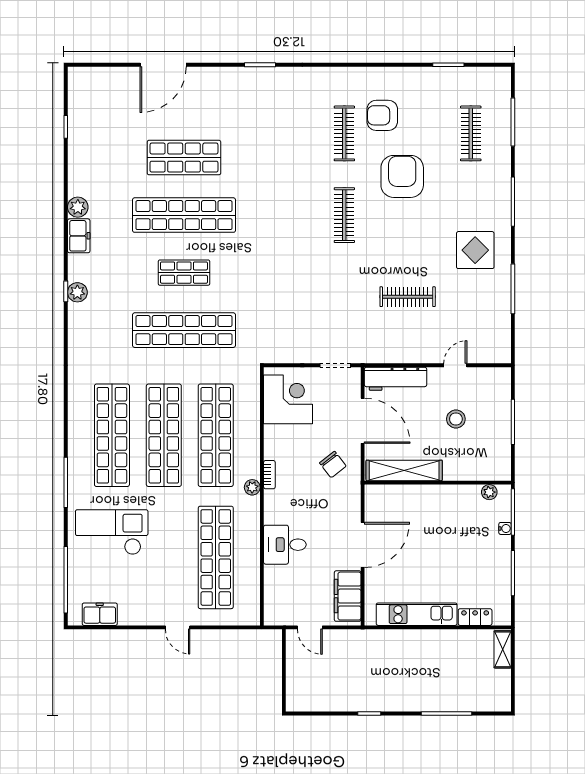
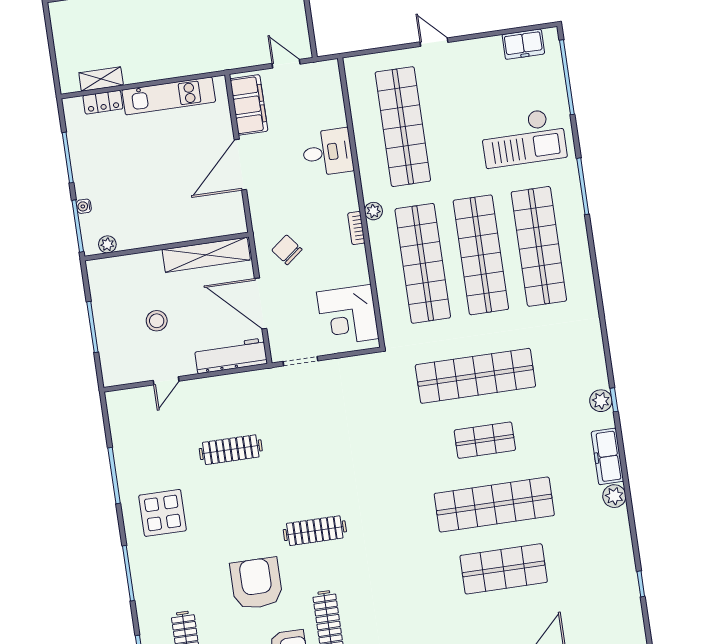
armchair: (402, 176) -> (256, 583), turned 180
clothes rail: (344, 215) -> (315, 531), turned 90
freezer: (79, 236) -> (607, 456), width x1.40
shelving: (503, 649) -> (101, 79), moved, turned 90

